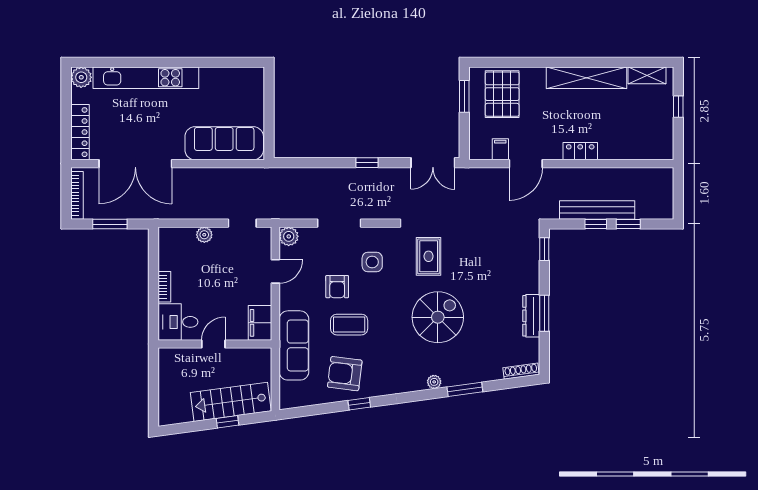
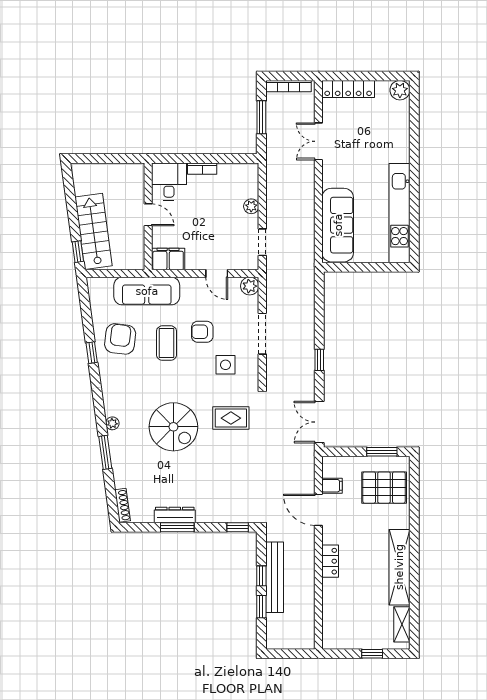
kitchen unit: (146, 78) -> (399, 213), moved
double door: (135, 164) -> (318, 141), width x0.54
window: (228, 422) -> (78, 252), moved

